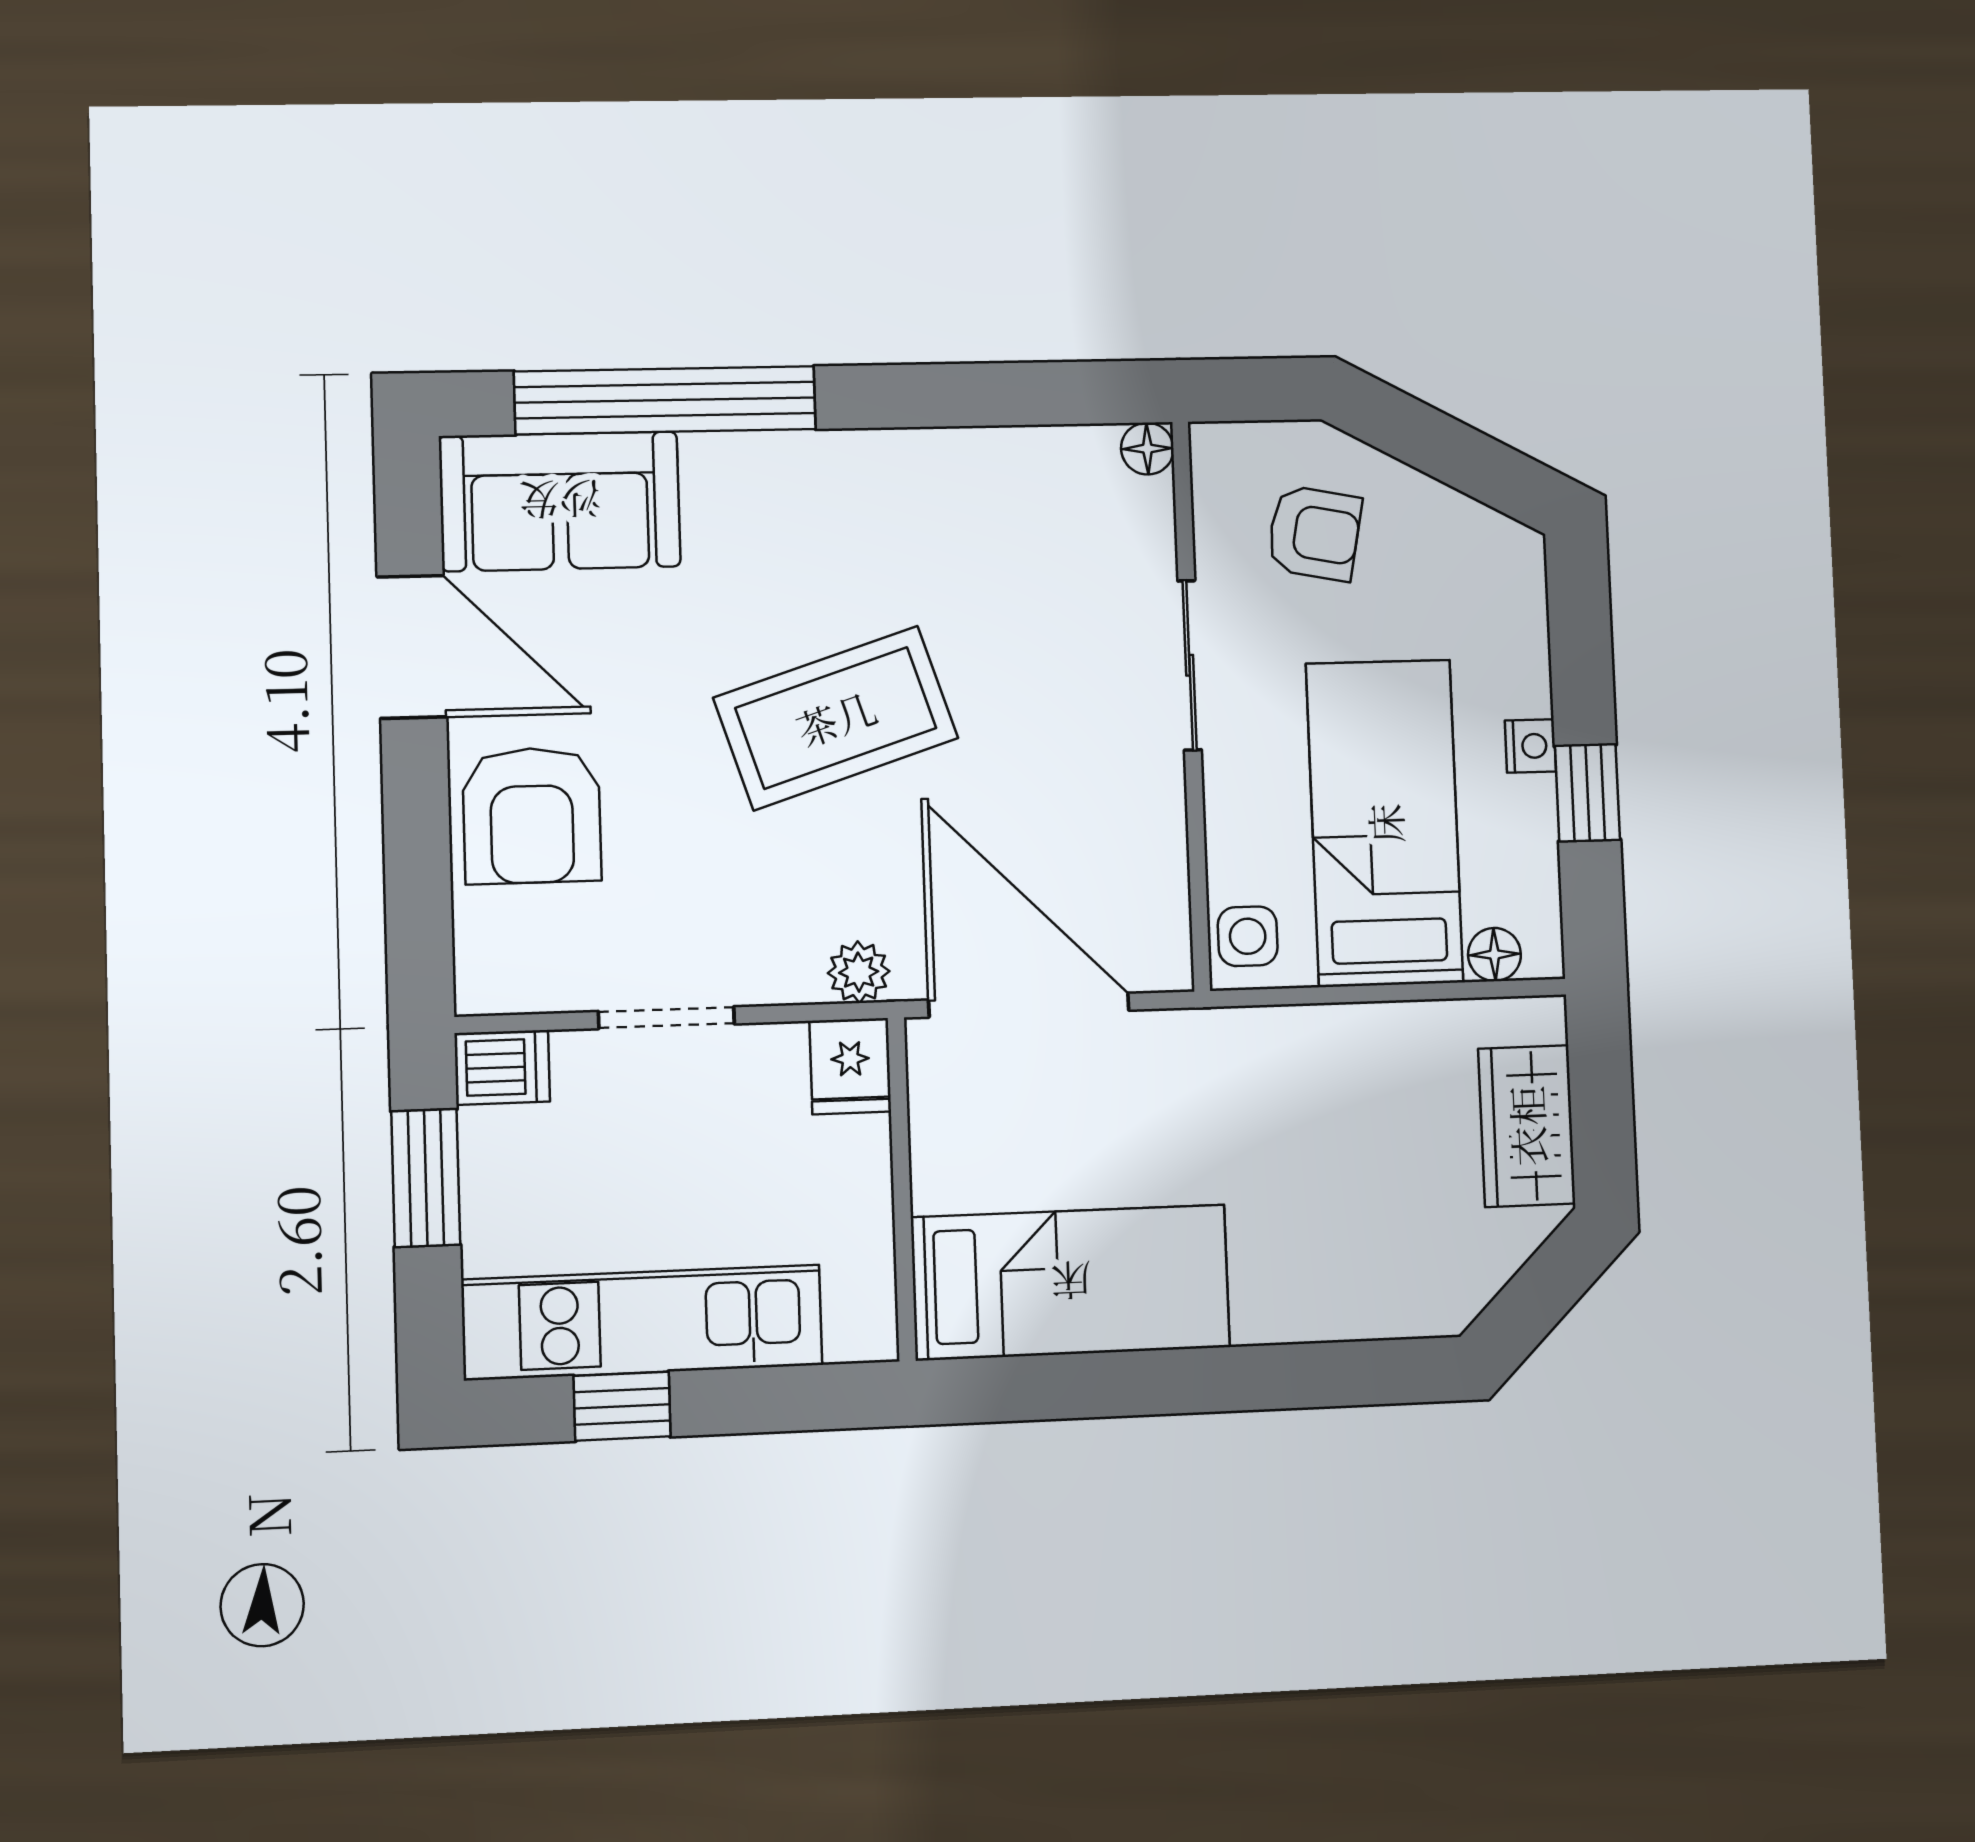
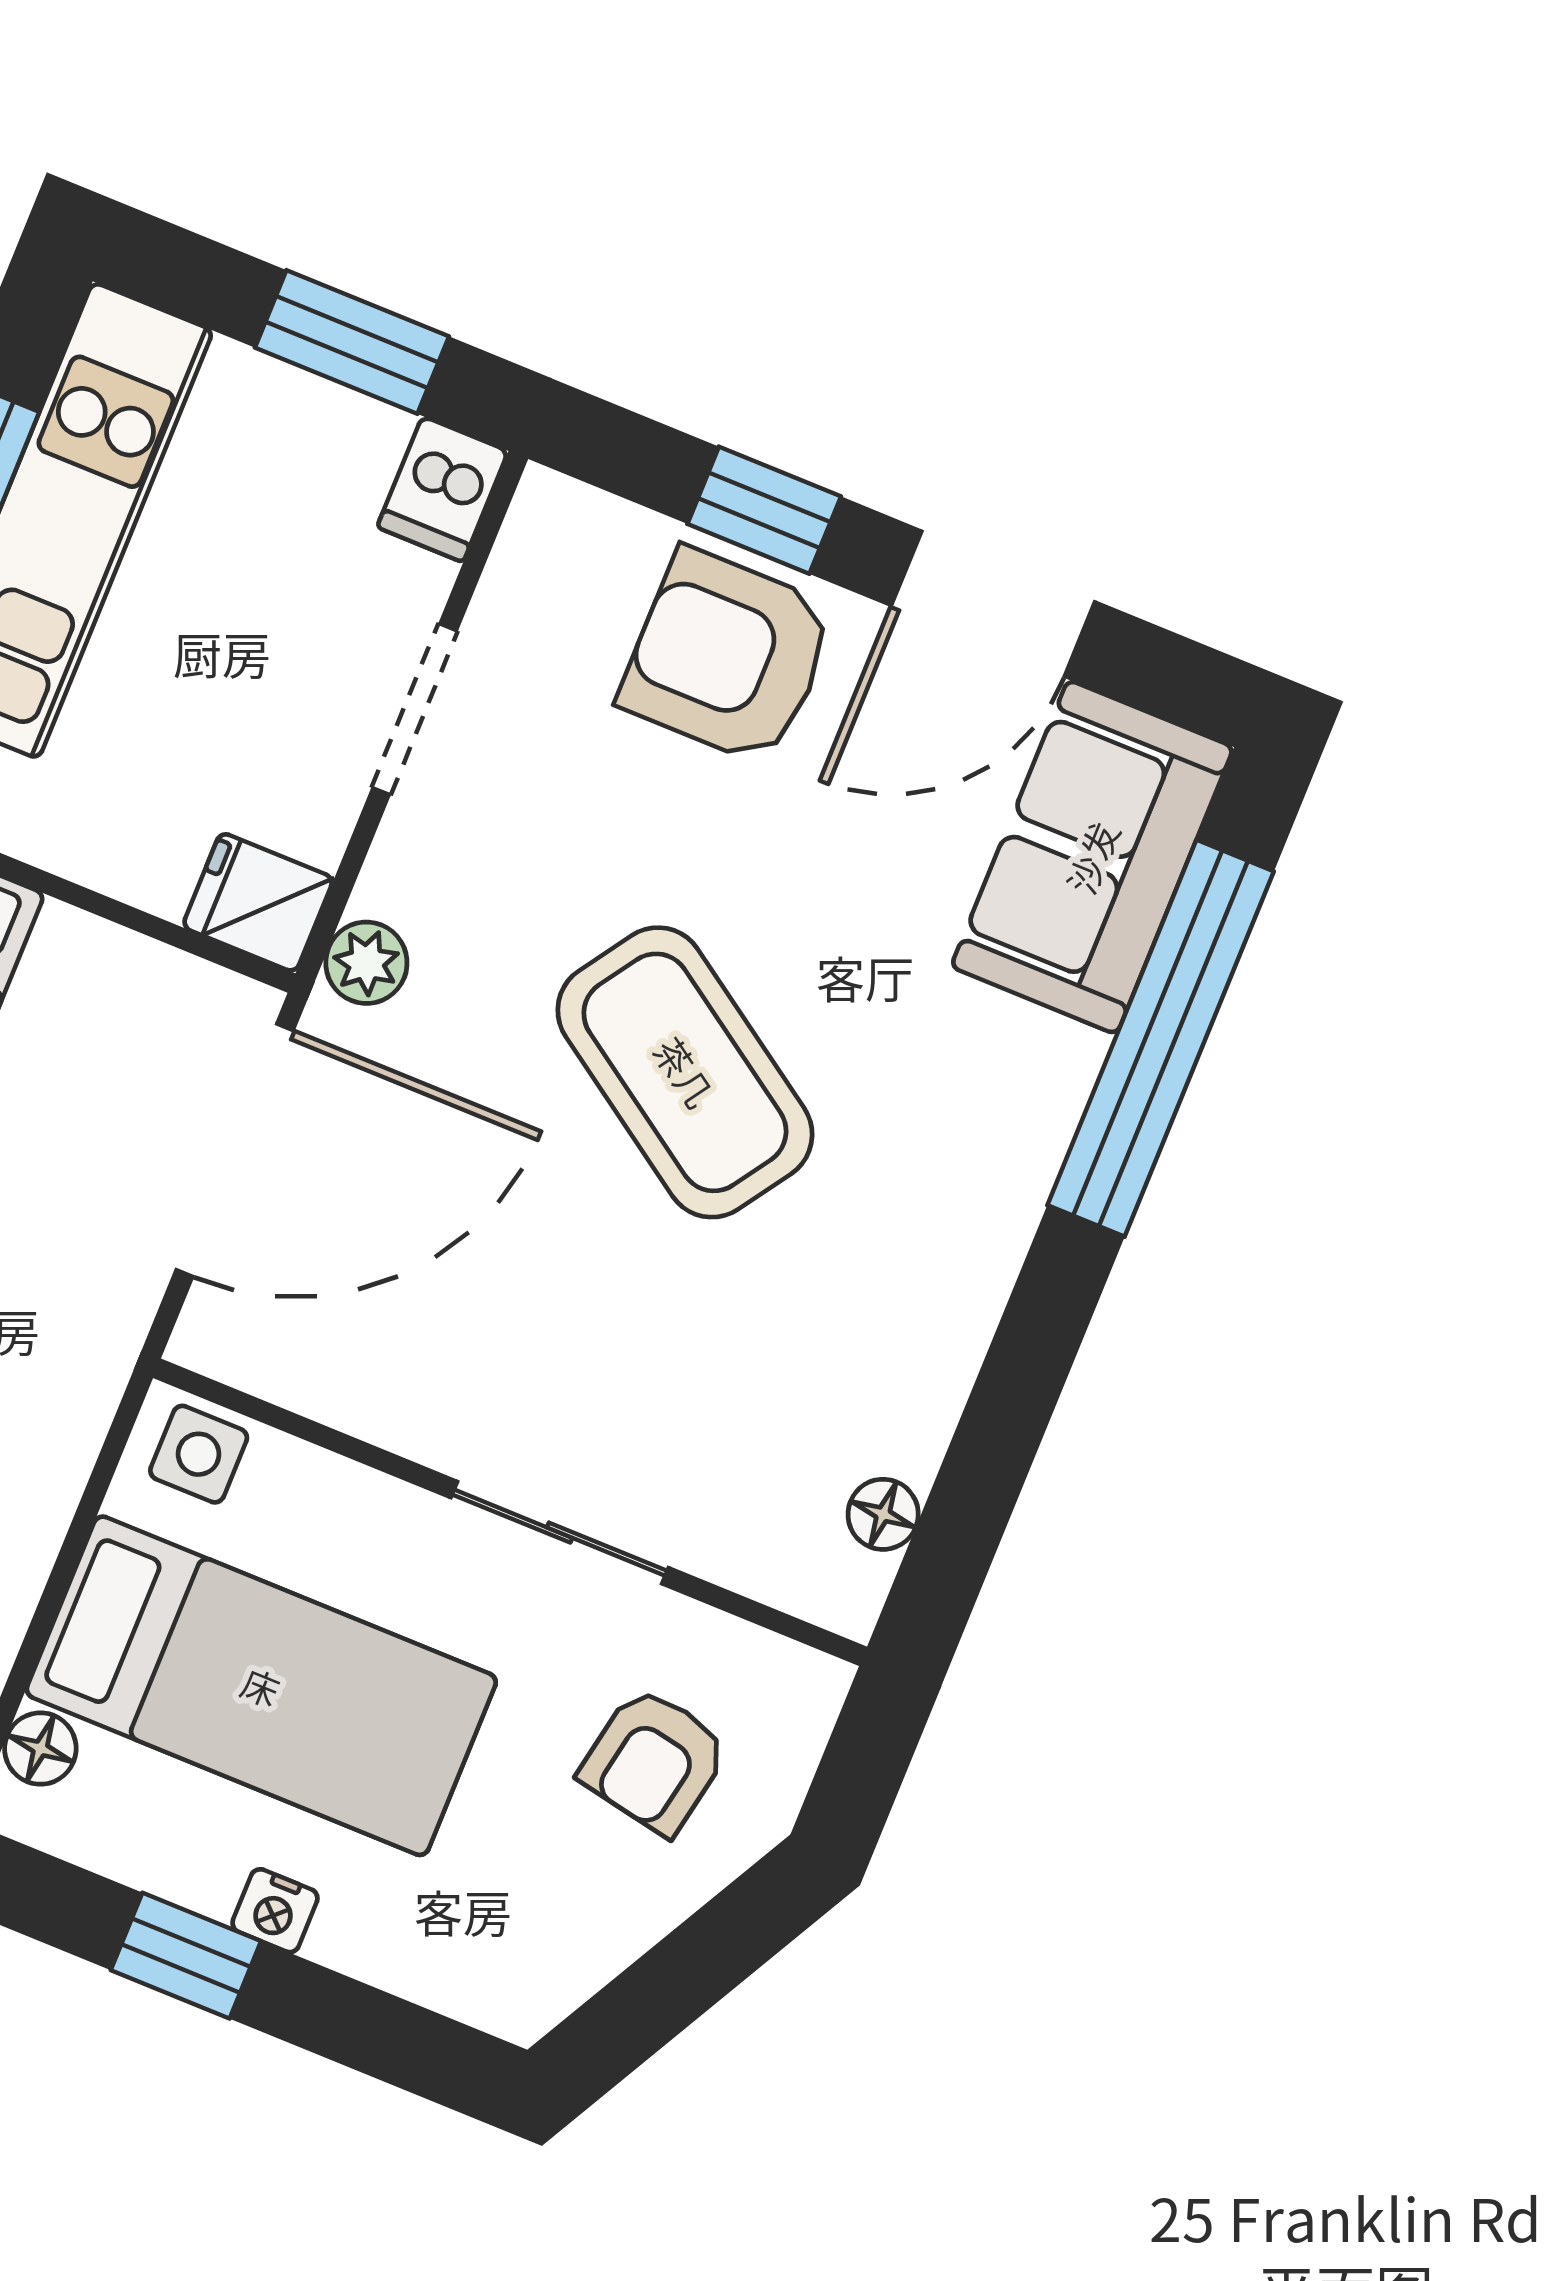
floor lamp: (1147, 449) -> (883, 1514), moved
coffee table: (836, 718) -> (685, 1072), turned -38
window: (417, 835) -> (764, 510), added

